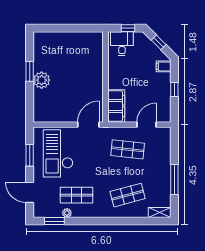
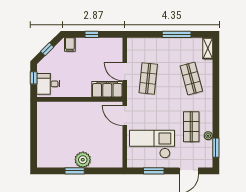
door: (146, 125) -> (125, 72), moved
checkout: (58, 153) -> (152, 144), turned 180

